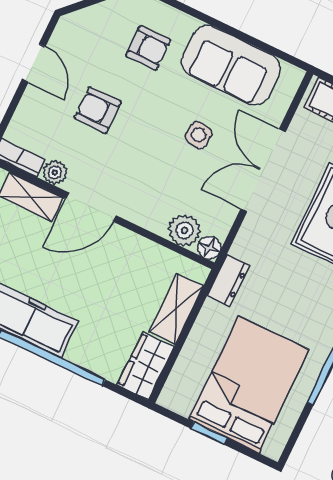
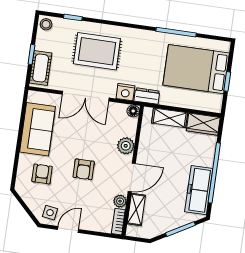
armchair: (98, 110) -> (84, 169), moved
side table: (199, 135) -> (50, 213), moved
door: (91, 207) -> (132, 177), hinge flipped
plant: (185, 230) -> (126, 146), moved
nightstand: (248, 244) -> (125, 92), added

